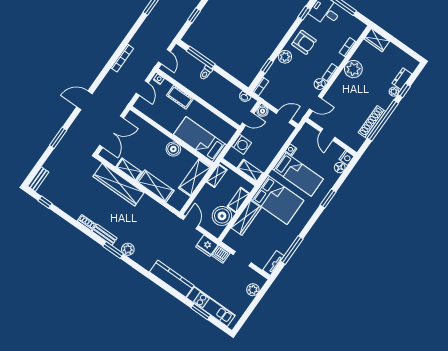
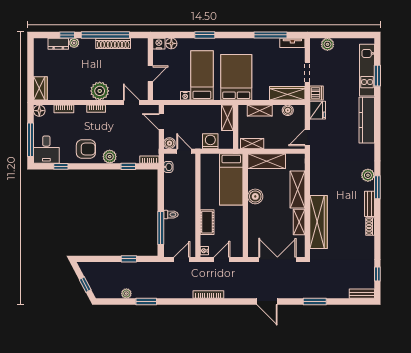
armchair: (304, 42) -> (86, 149), turned 90
plant: (353, 69) -> (100, 91), moved
floor lamp: (320, 84) -> (39, 111), moved
boiler: (222, 216) -> (288, 110), width x0.54, depth x0.54
wardrobe: (246, 218) -> (287, 93), moved

